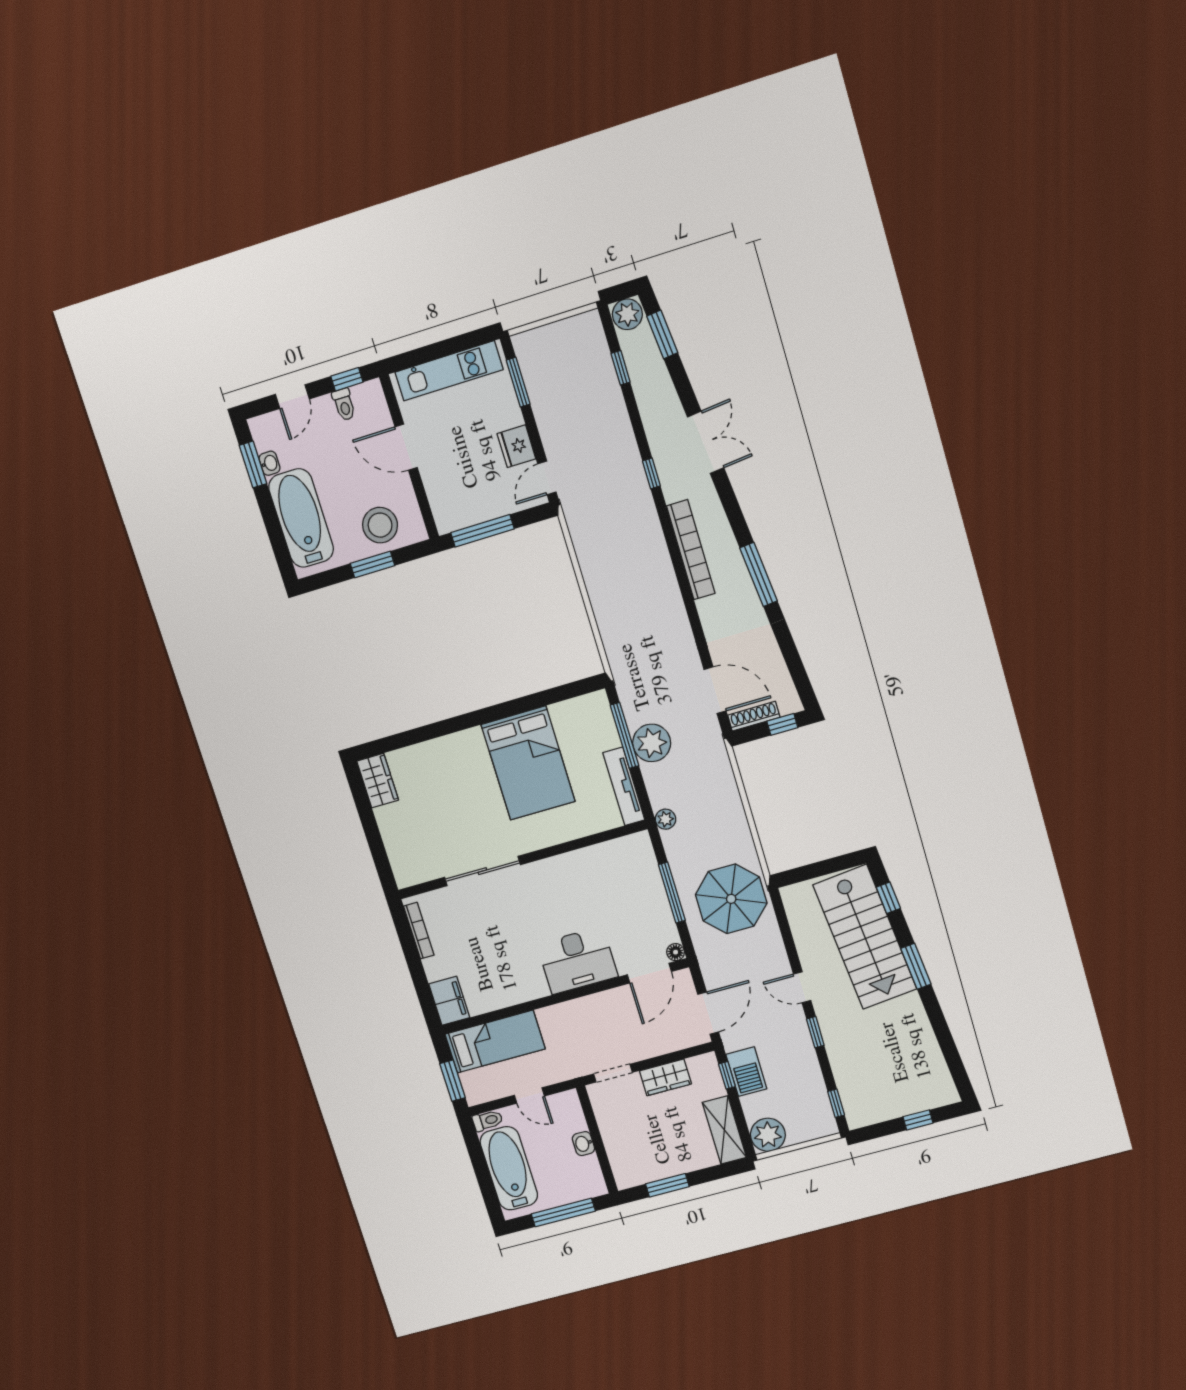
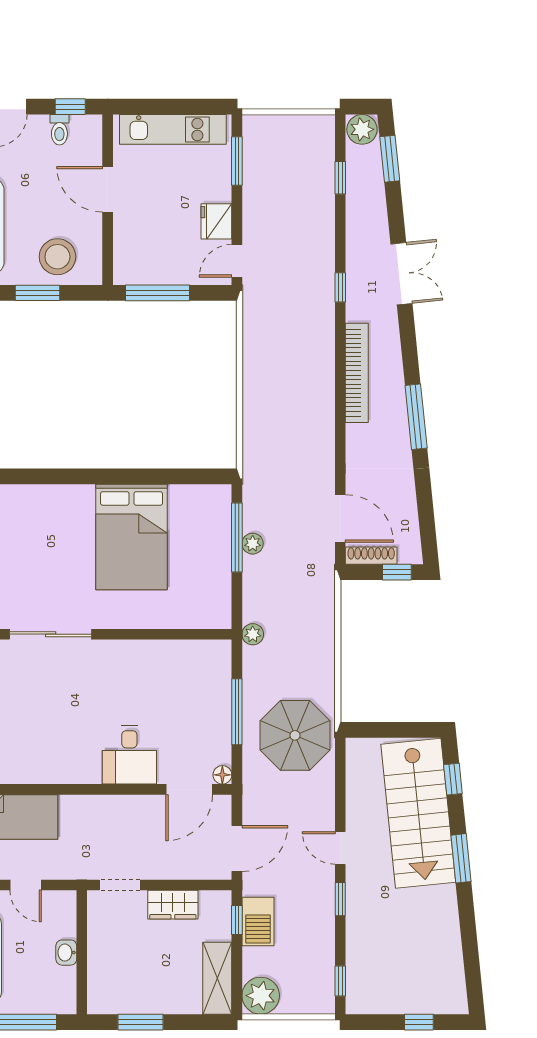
plant: (652, 743) -> (253, 544), width x0.53, depth x0.53
tv unit: (624, 786) -> (221, 589), removed
desk: (577, 960) -> (129, 755), width x0.73

